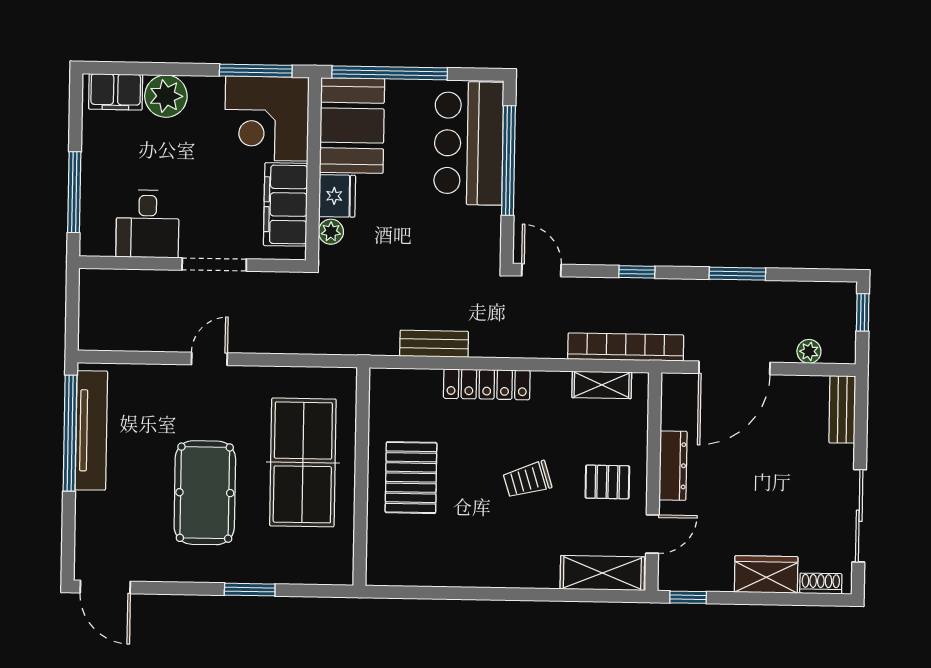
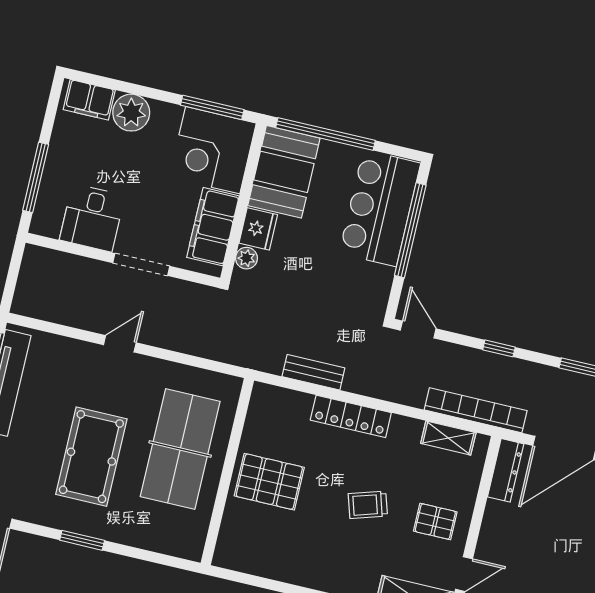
dresser: (673, 466) -> (506, 470), moved
pallet: (411, 478) -> (269, 482), turned 90
window: (250, 590) -> (82, 540), moved

